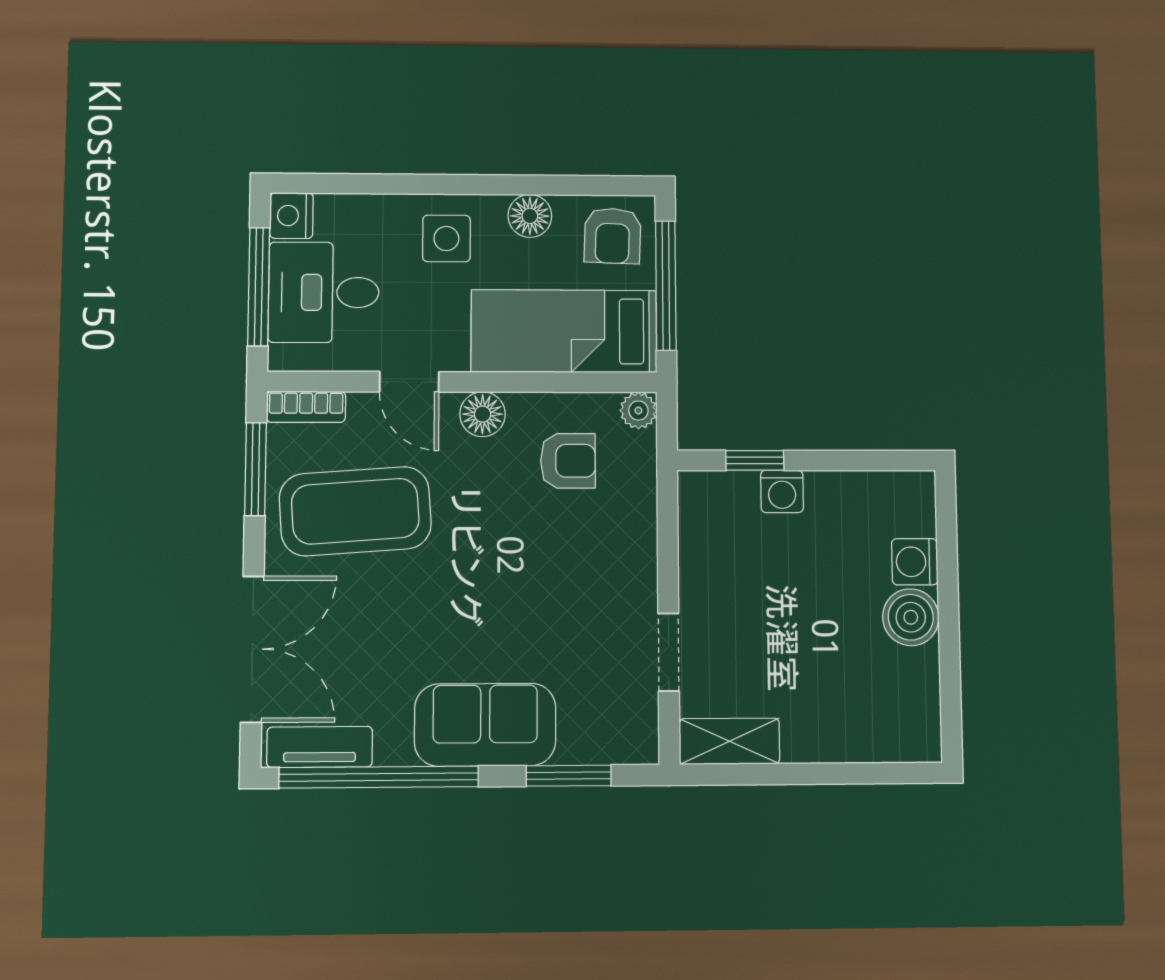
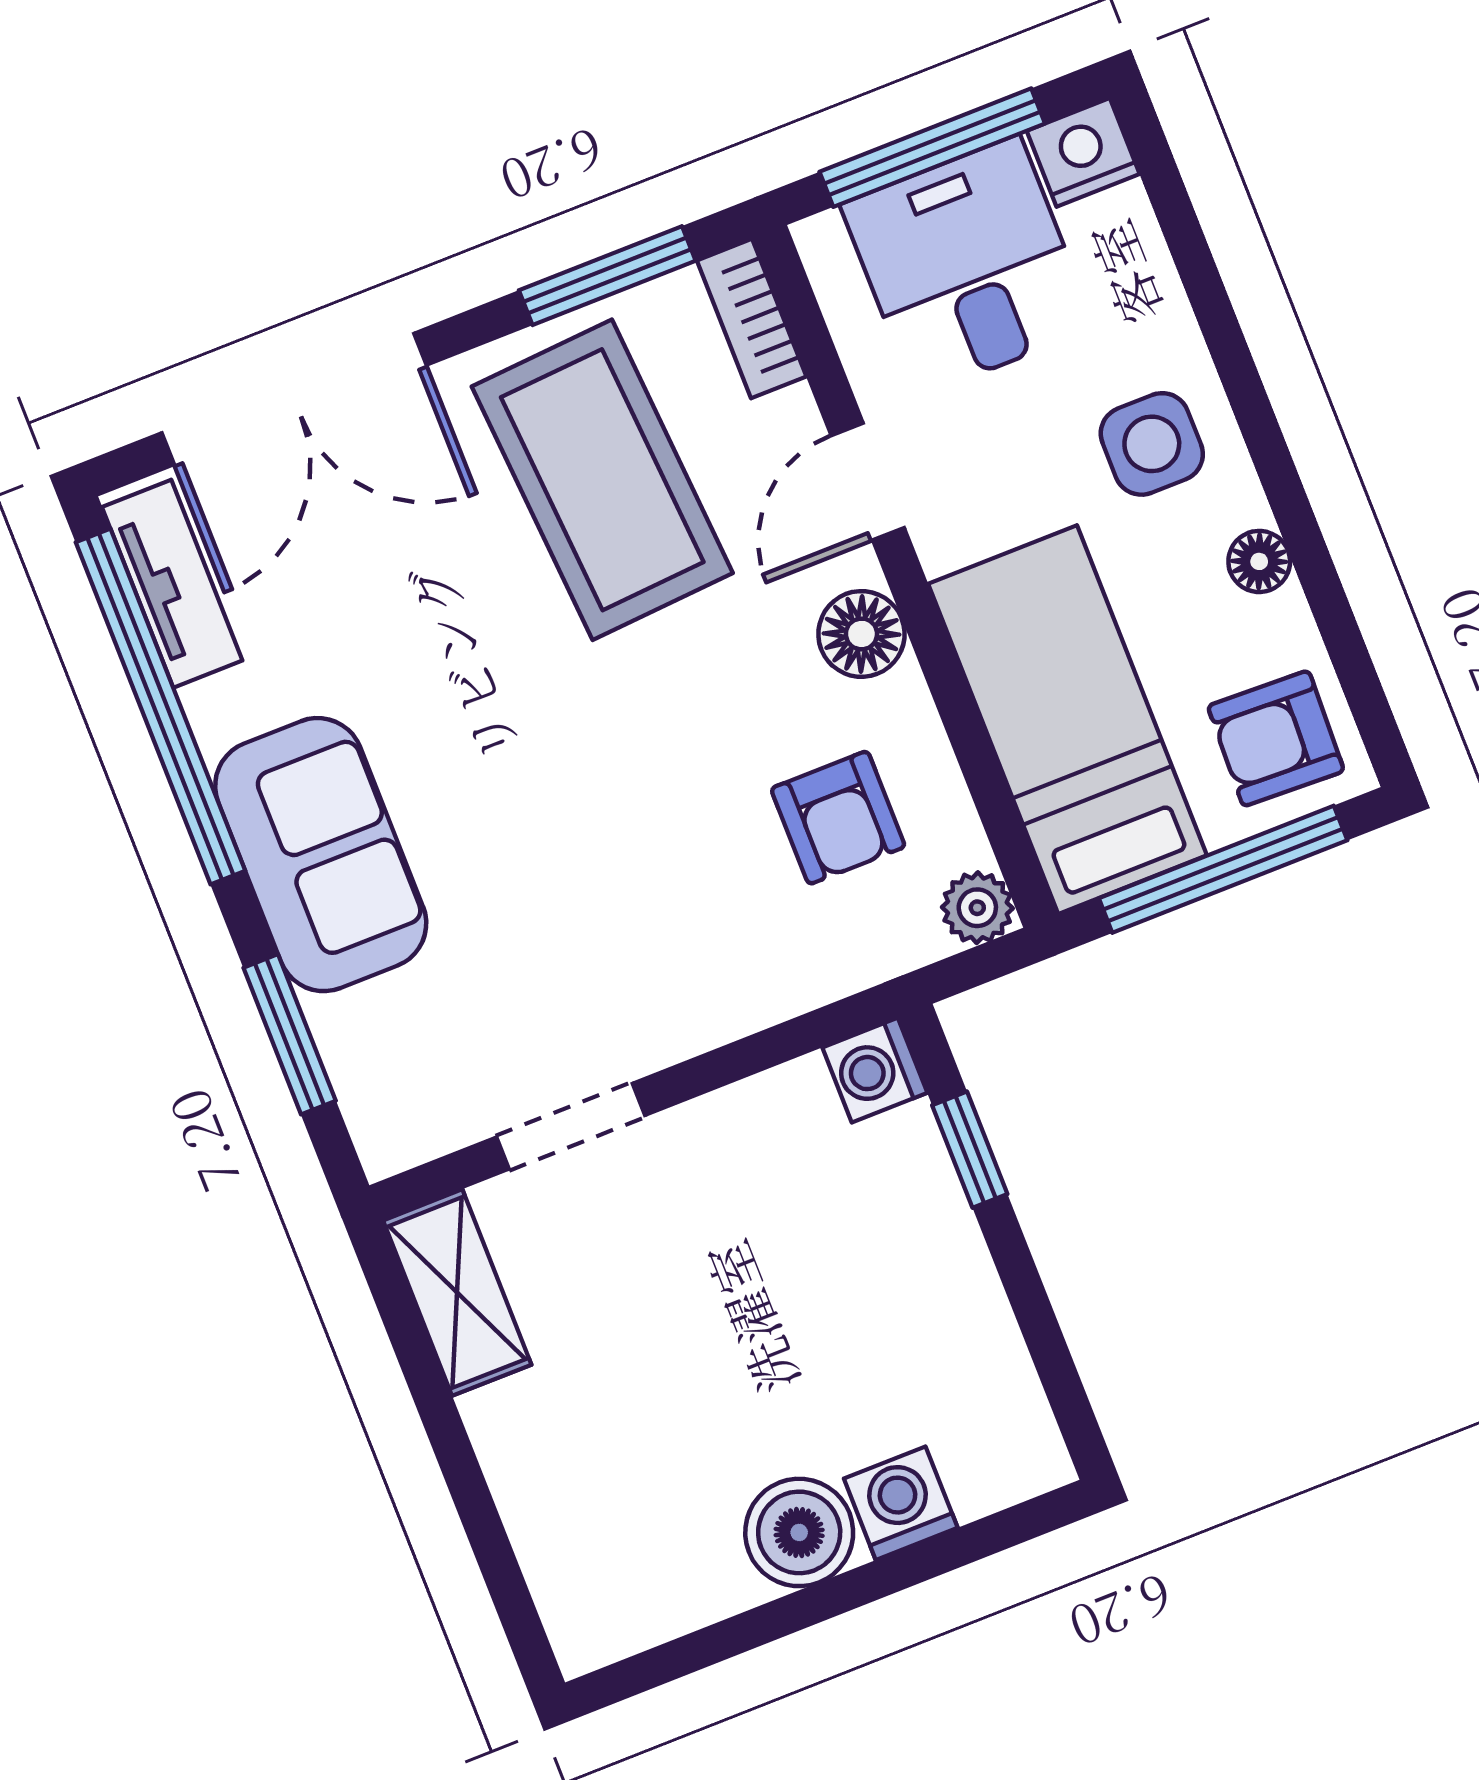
floor lamp: (530, 216) -> (1259, 561), width x0.73, depth x0.73
washing machine: (782, 491) -> (875, 1070), moved

